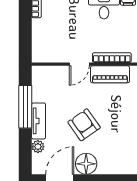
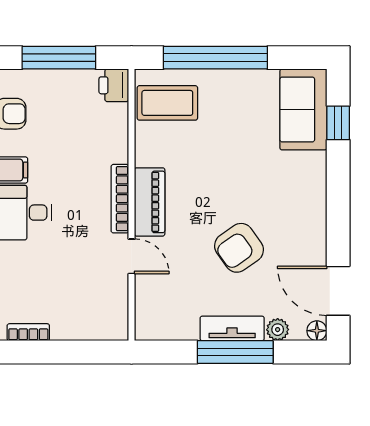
window: (25, 107) -> (235, 352), moved
floor lamp: (86, 164) -> (317, 331), moved, width x0.53, depth x0.53

